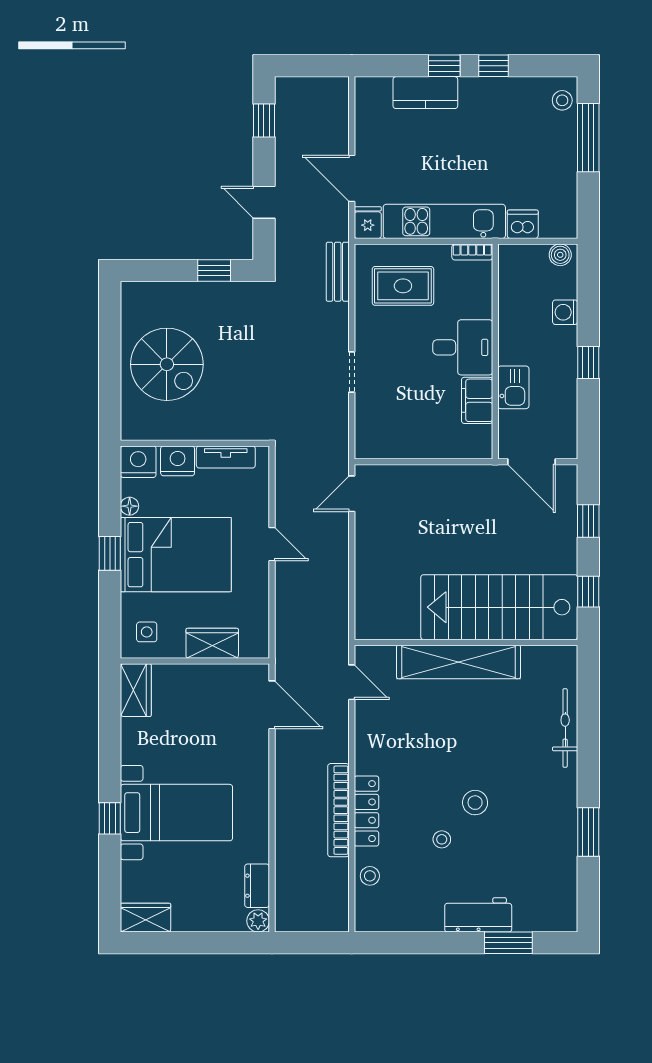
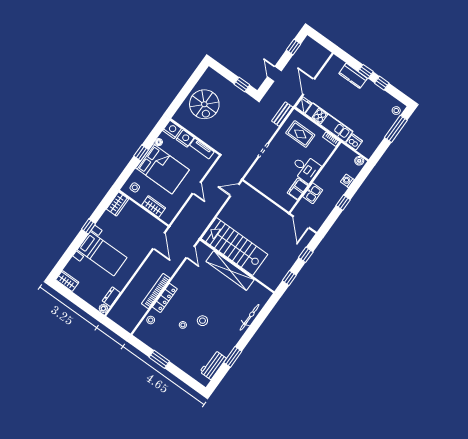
stairs: (499, 607) -> (234, 247), moved
window: (110, 818) -> (89, 226), moved
workbench: (478, 915) -> (213, 365), moved, turned -90
window: (508, 943) -> (159, 359), moved

